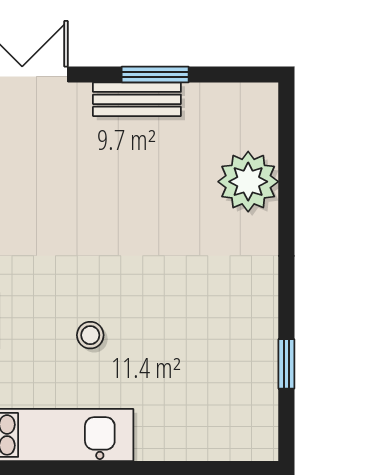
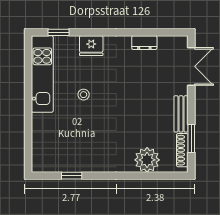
window: (155, 75) -> (191, 138), moved
shoe rack: (225, 96) -> (182, 150), added

